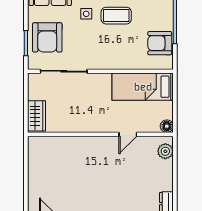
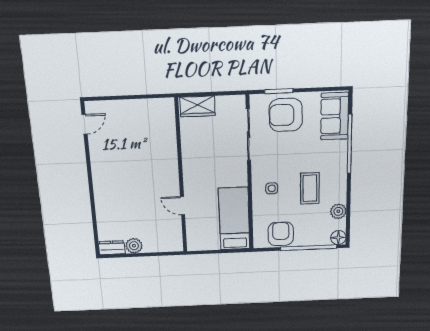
side table: (86, 14) -> (272, 188), moved
floor lamp: (167, 126) -> (193, 245), removed
plant: (165, 151) -> (134, 246), moved

